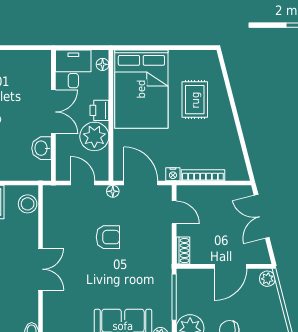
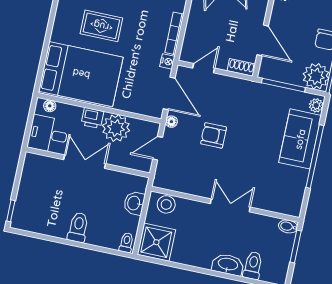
washbasin: (42, 148) -> (134, 203), moved, turned 90
door: (141, 183) -> (169, 93), swing flipped
armchair: (108, 237) -> (214, 135), turned -90
door: (231, 266) -> (263, 40), moved

